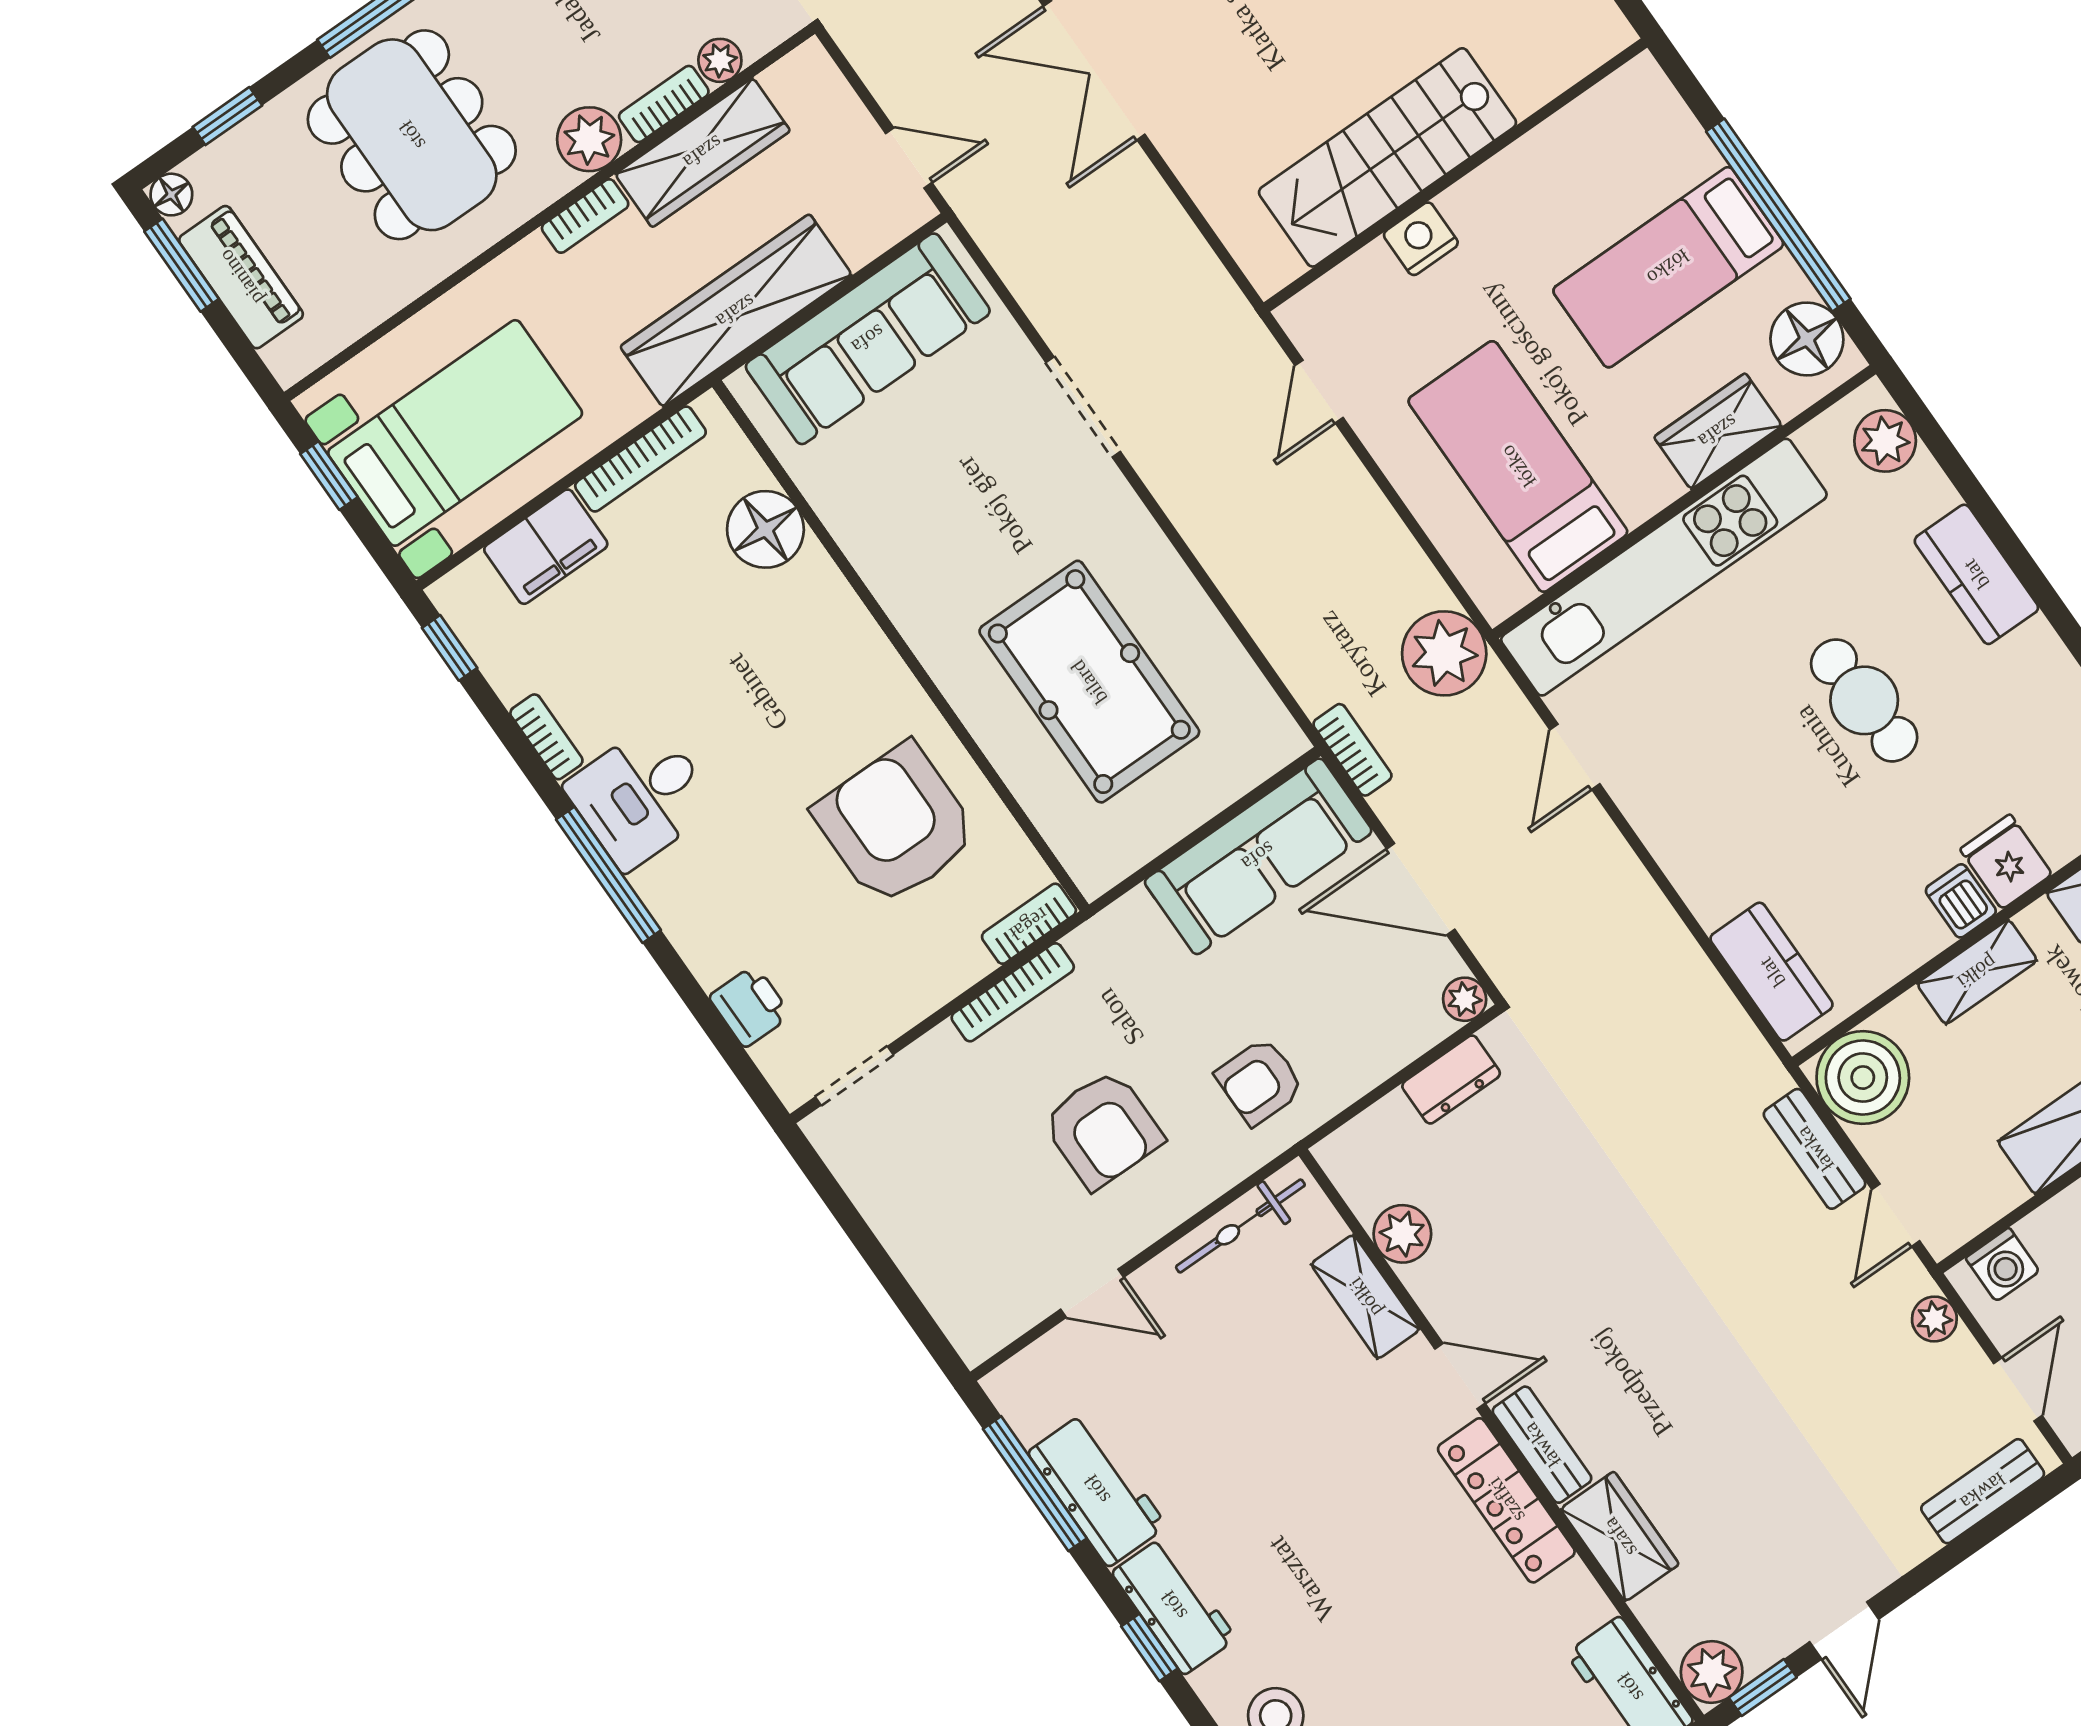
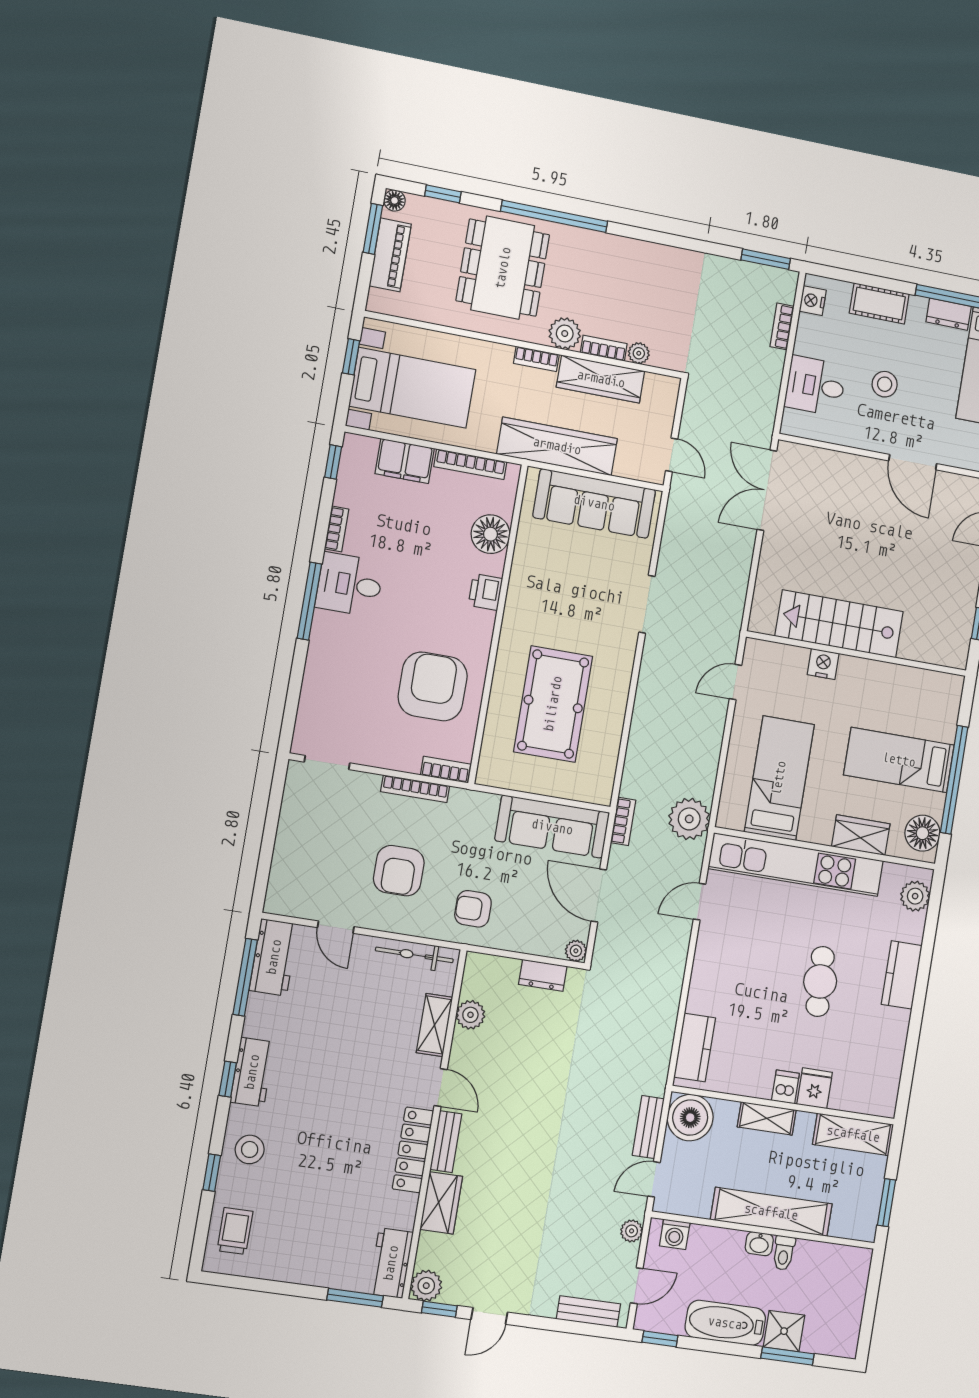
printer: (750, 1006) -> (485, 592), moved, turned 180
workbench: (1097, 1489) -> (274, 957), moved

